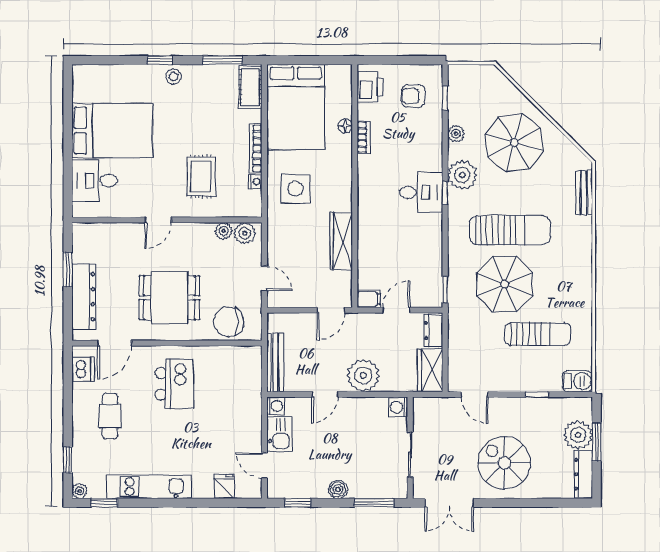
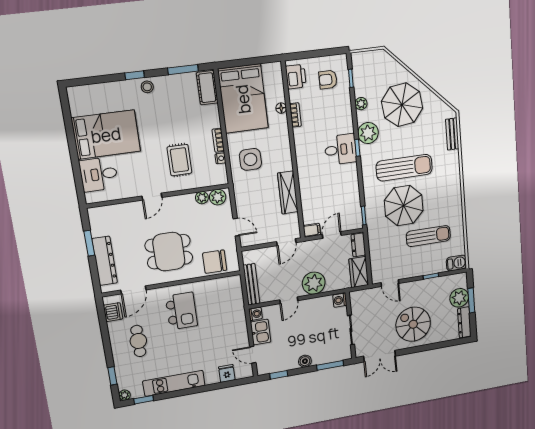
bookcase: (256, 148) -> (218, 140), width x0.64

